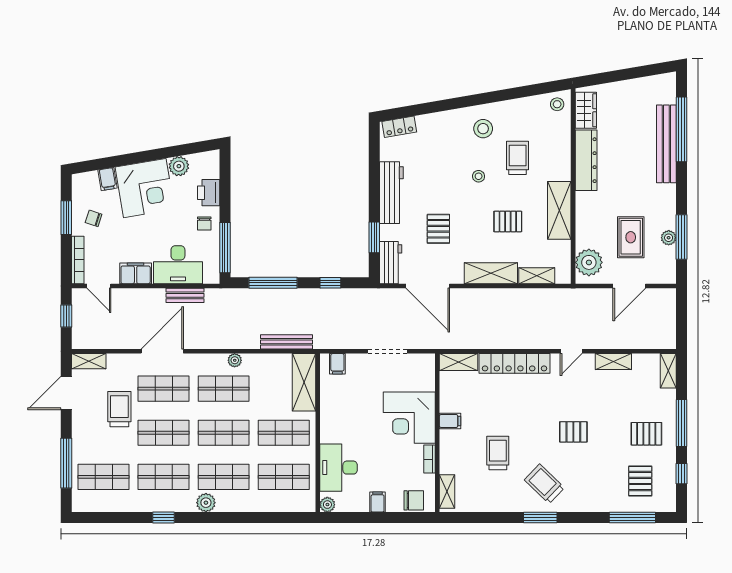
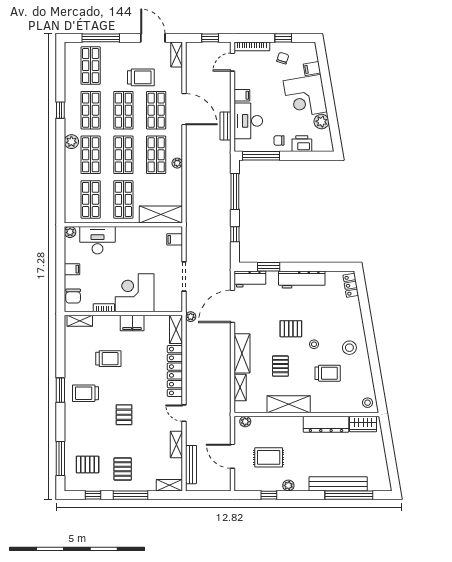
window: (66, 218) -> (283, 38), width x0.67
pallet: (438, 229) -> (291, 329), moved
window: (681, 237) -> (269, 495), width x0.46
plant: (669, 238) -> (288, 485), moved
plant: (589, 262) -> (245, 422), width x0.53, depth x0.53
filing cabinet: (136, 273) -> (242, 95), width x0.50
bench: (286, 342) -> (191, 465), moved
plant: (441, 342) -> (191, 317), added
filing cabinet: (450, 421) -> (132, 323), width x2.00
trolley: (544, 484) -> (85, 393), turned -134

